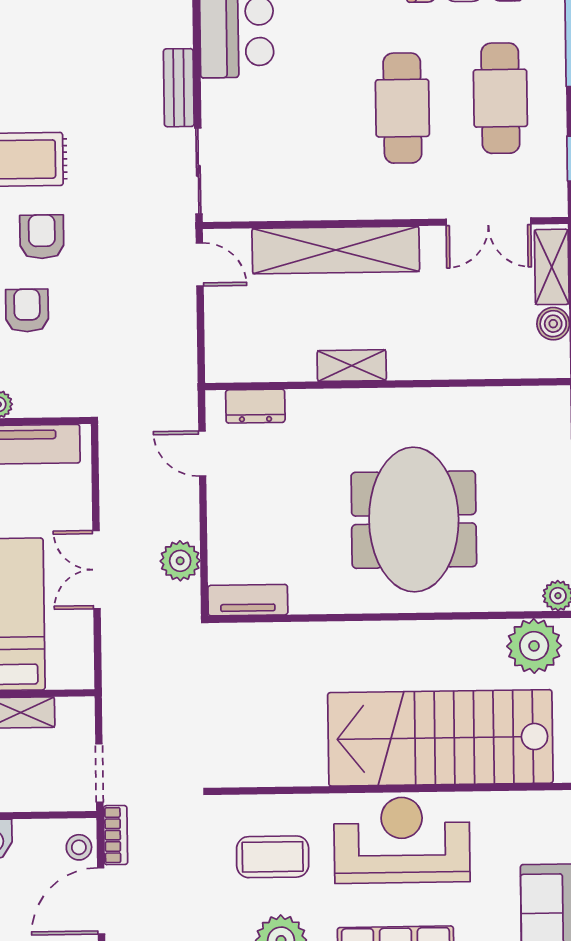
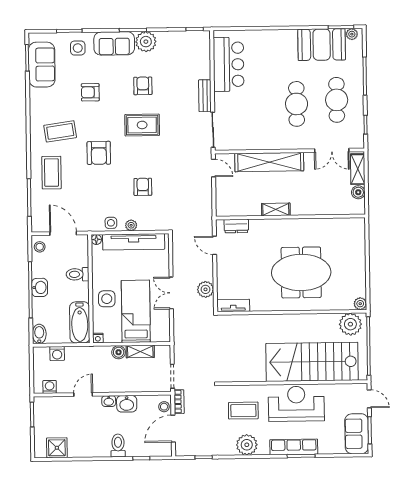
armchair: (42, 237) -> (143, 86), moved
meeting table: (414, 520) -> (301, 272), turned 90

